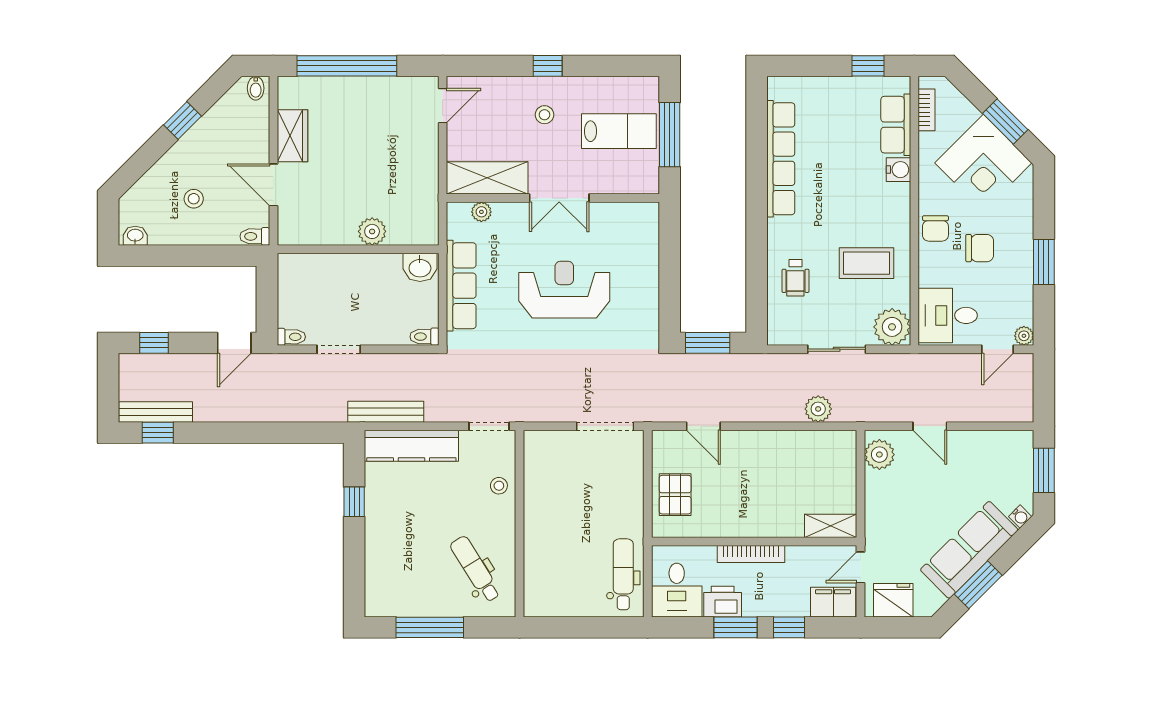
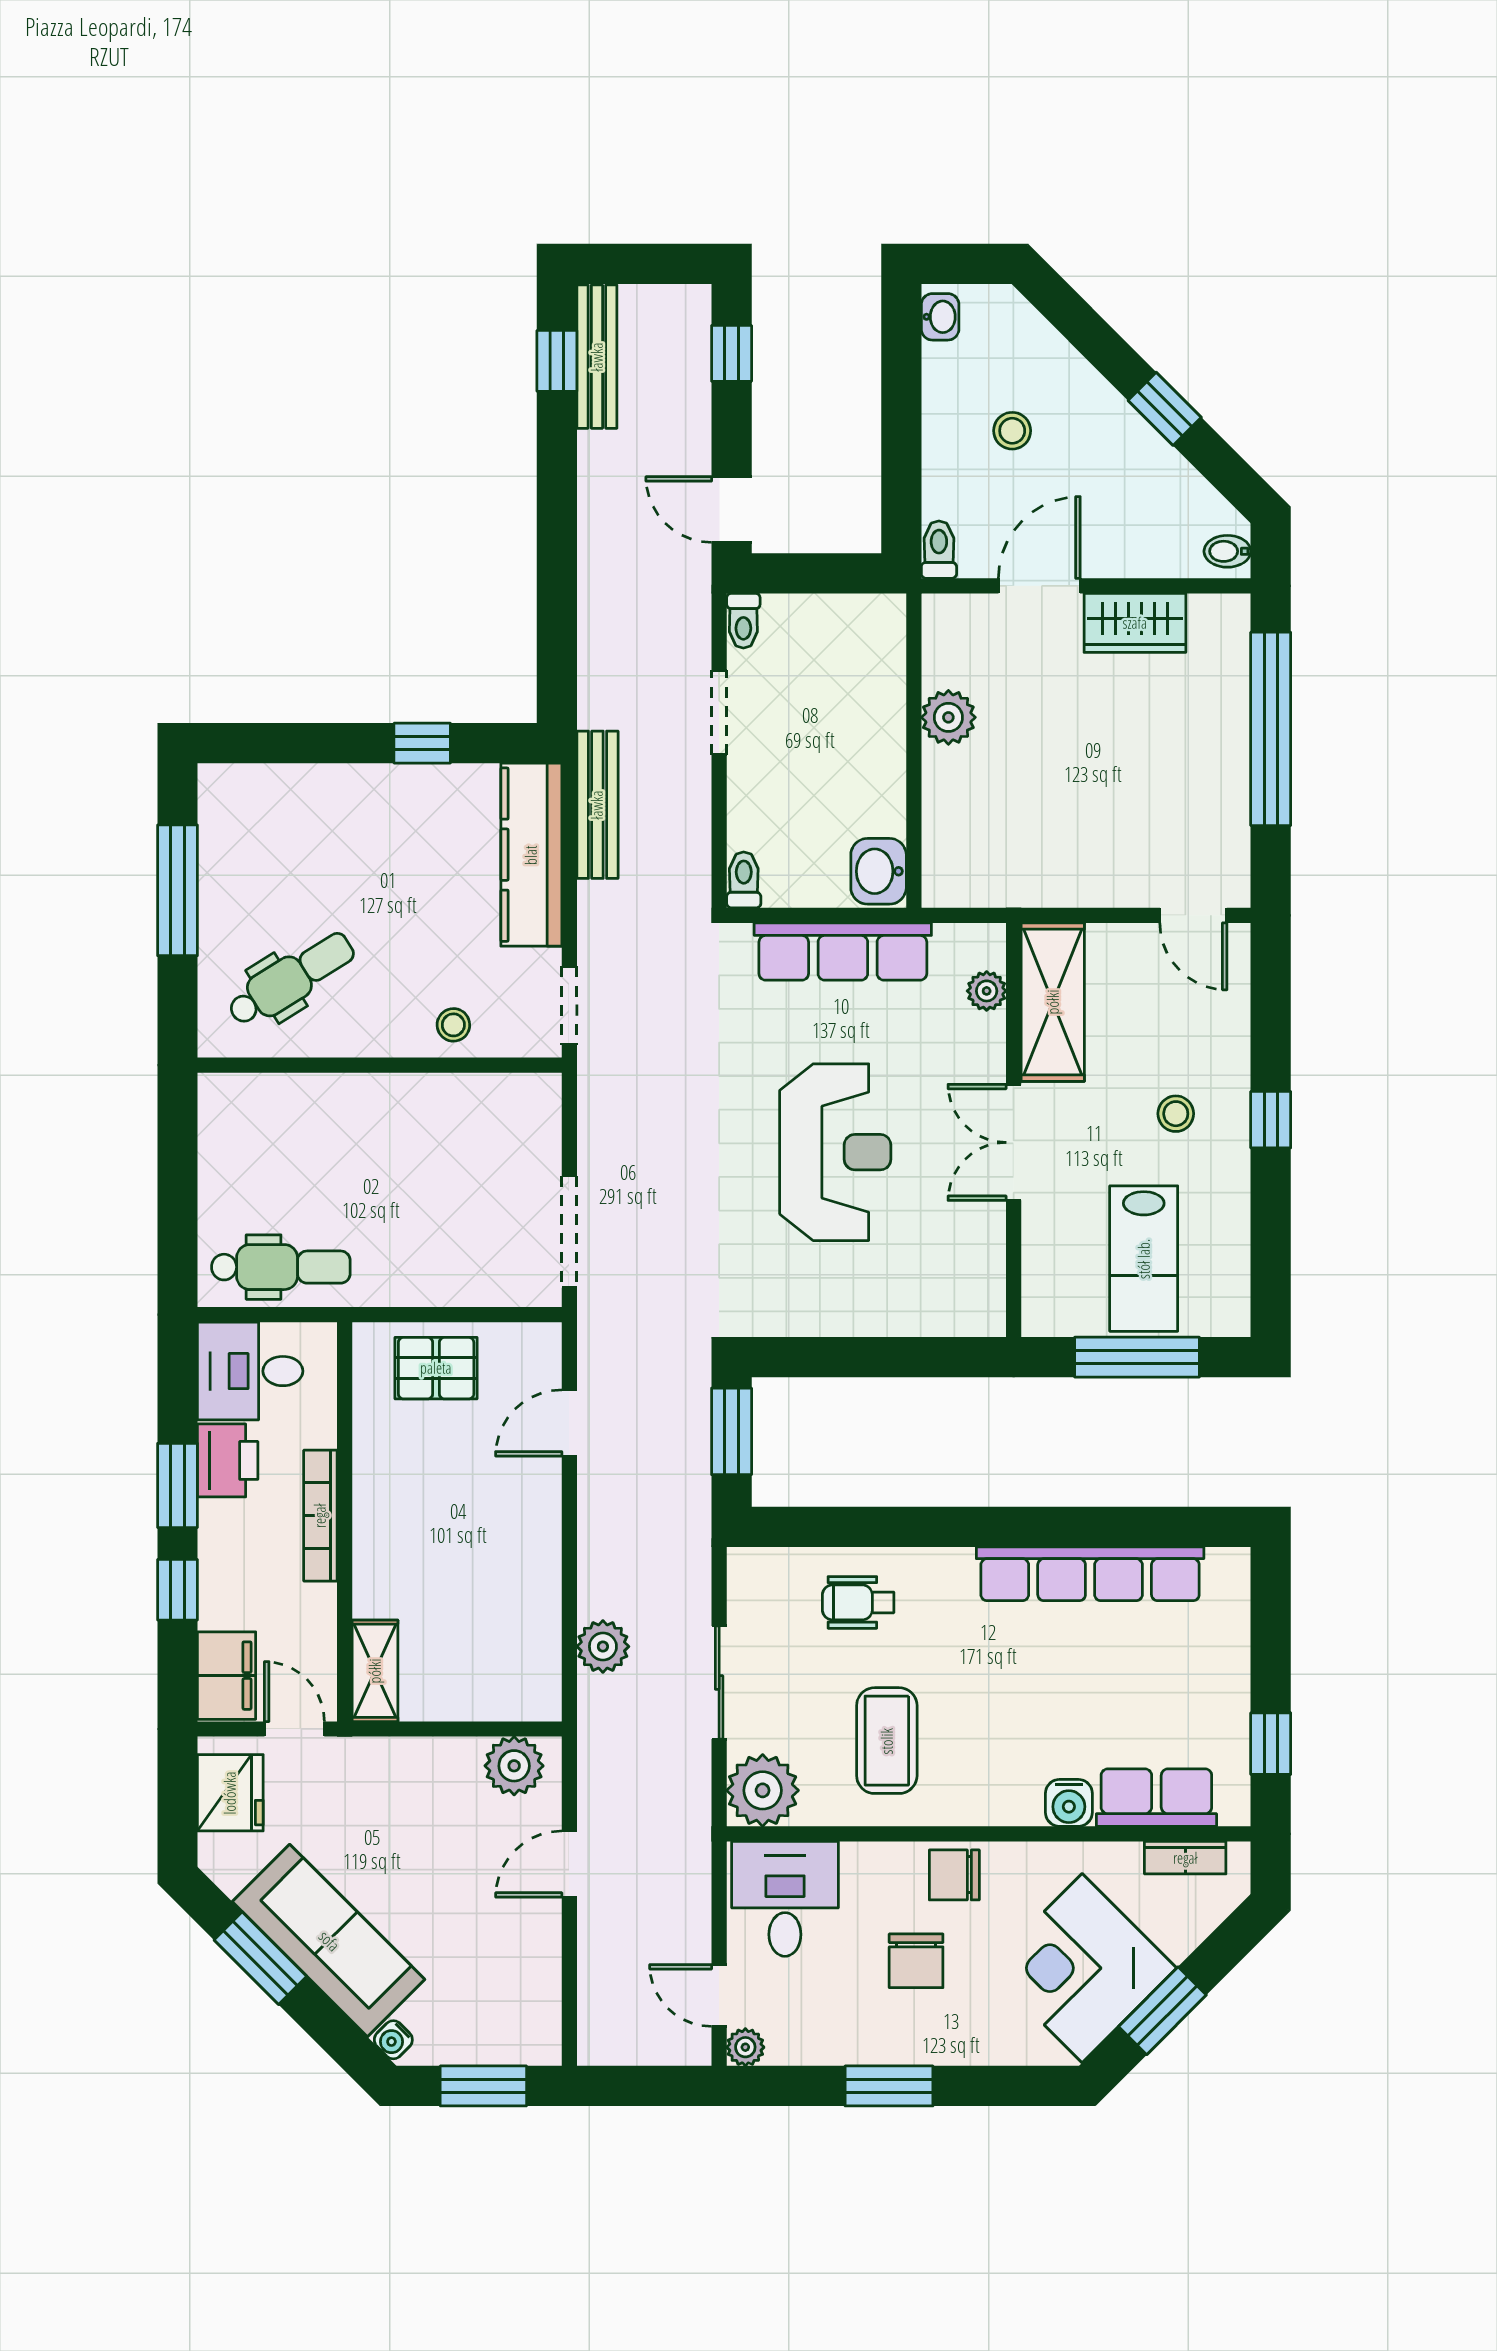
plant: (372, 231) -> (948, 717), moved

